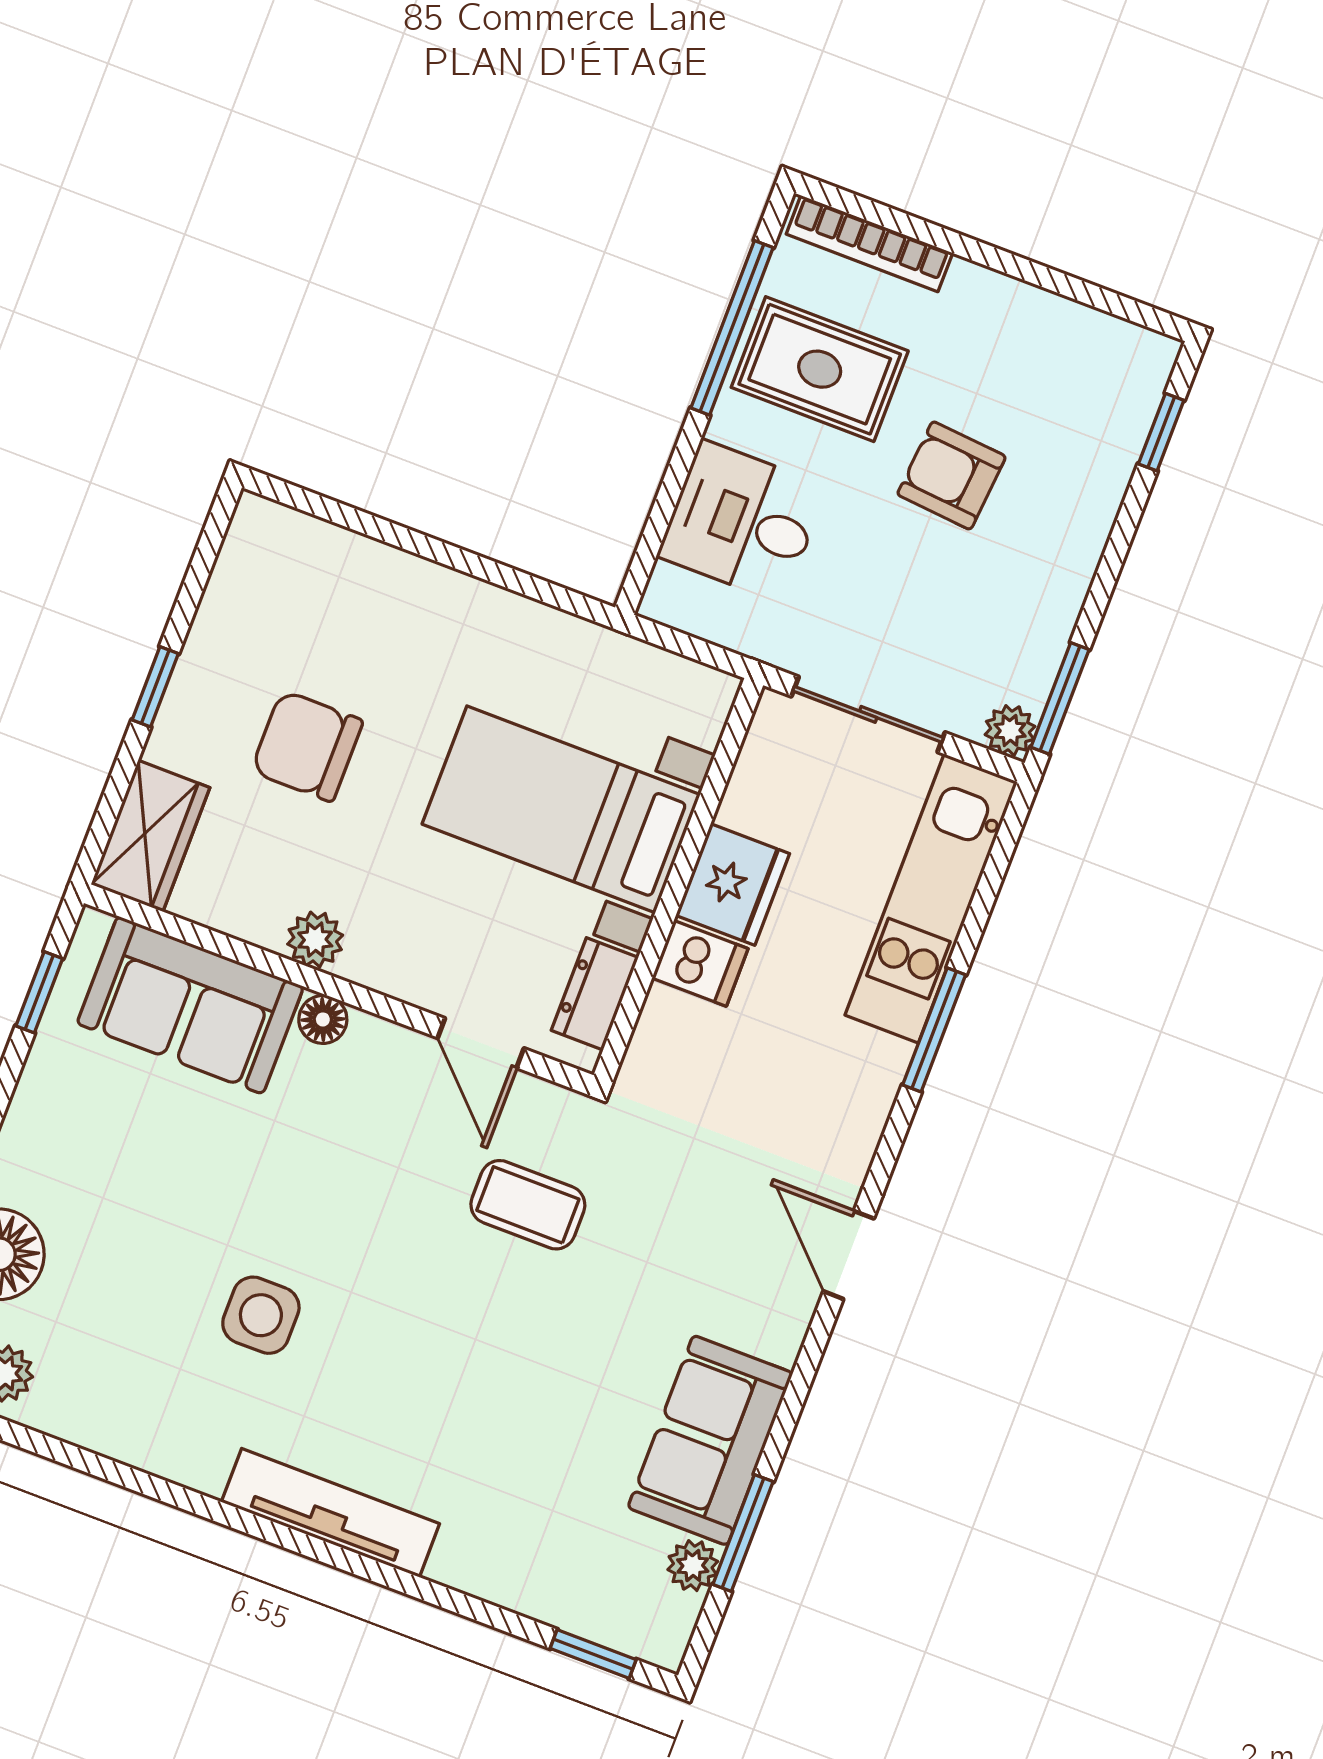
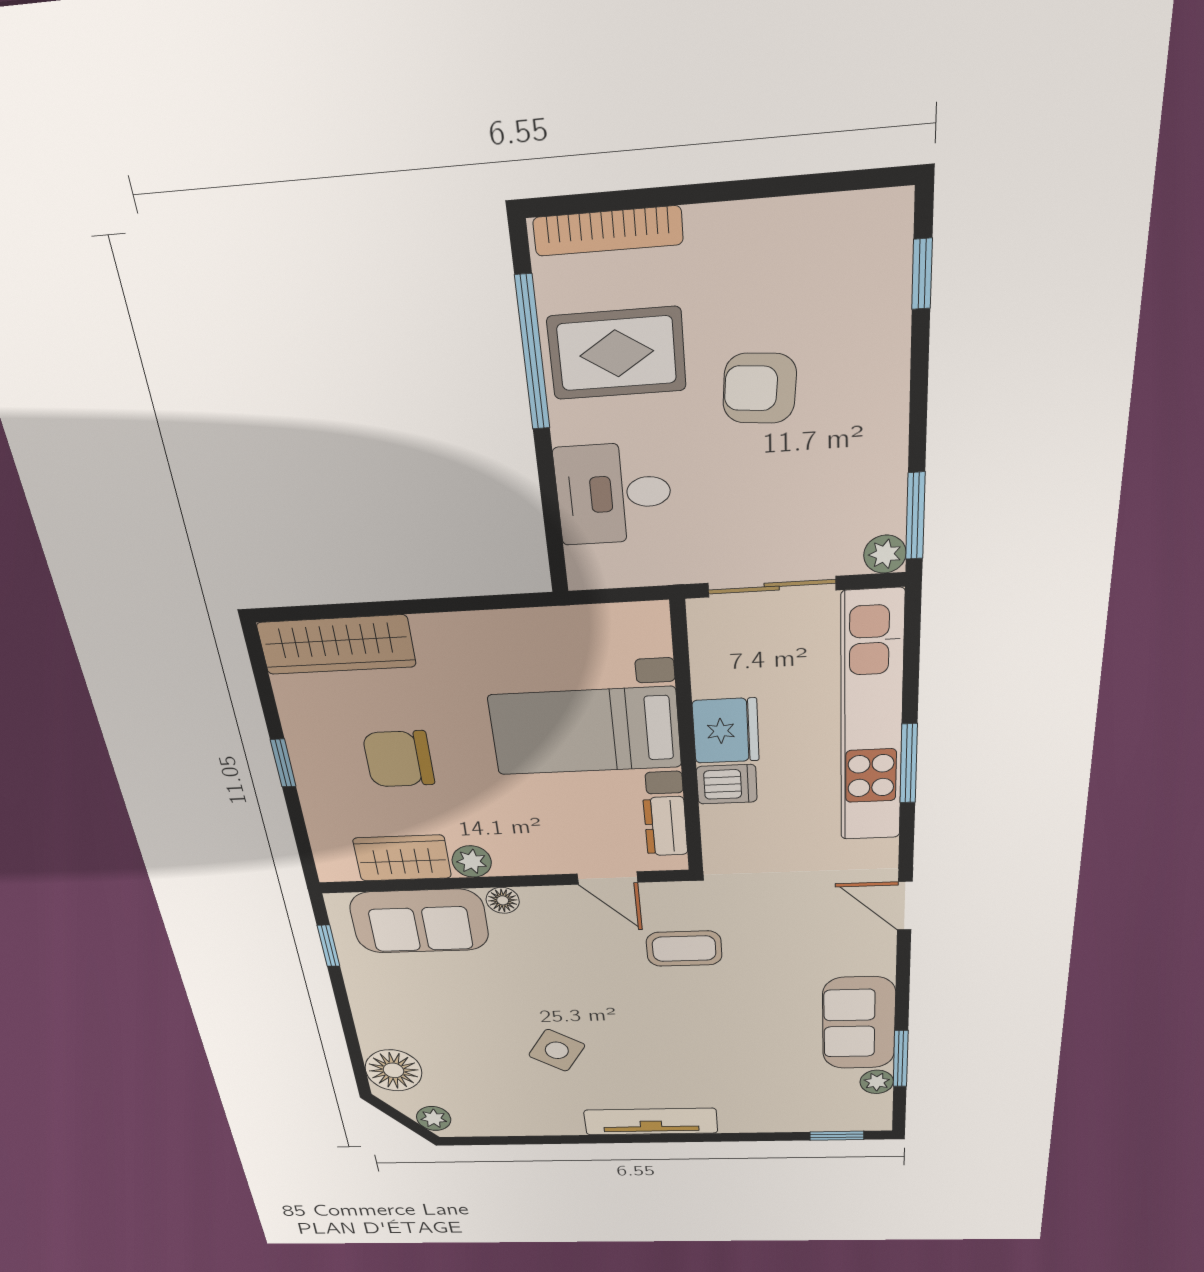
wardrobe: (322, 559) -> (336, 645), added
wardrobe: (150, 836) -> (402, 858), moved, turned -90
kitchen unit: (931, 898) -> (872, 720), width x1.36
side table: (261, 1315) -> (557, 1050), turned 32

